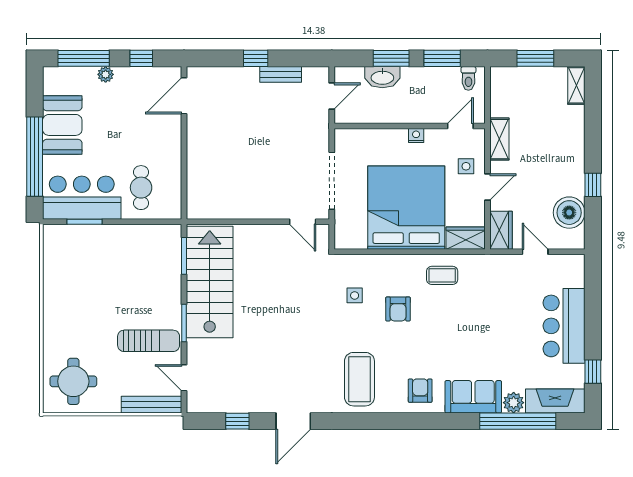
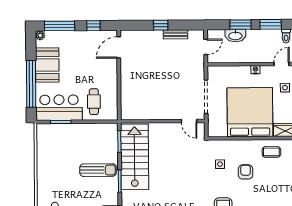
plant: (106, 74) -> (40, 35), moved
armchair: (398, 309) -> (246, 172), turned 180
sun lounger: (149, 341) -> (98, 170), moved

